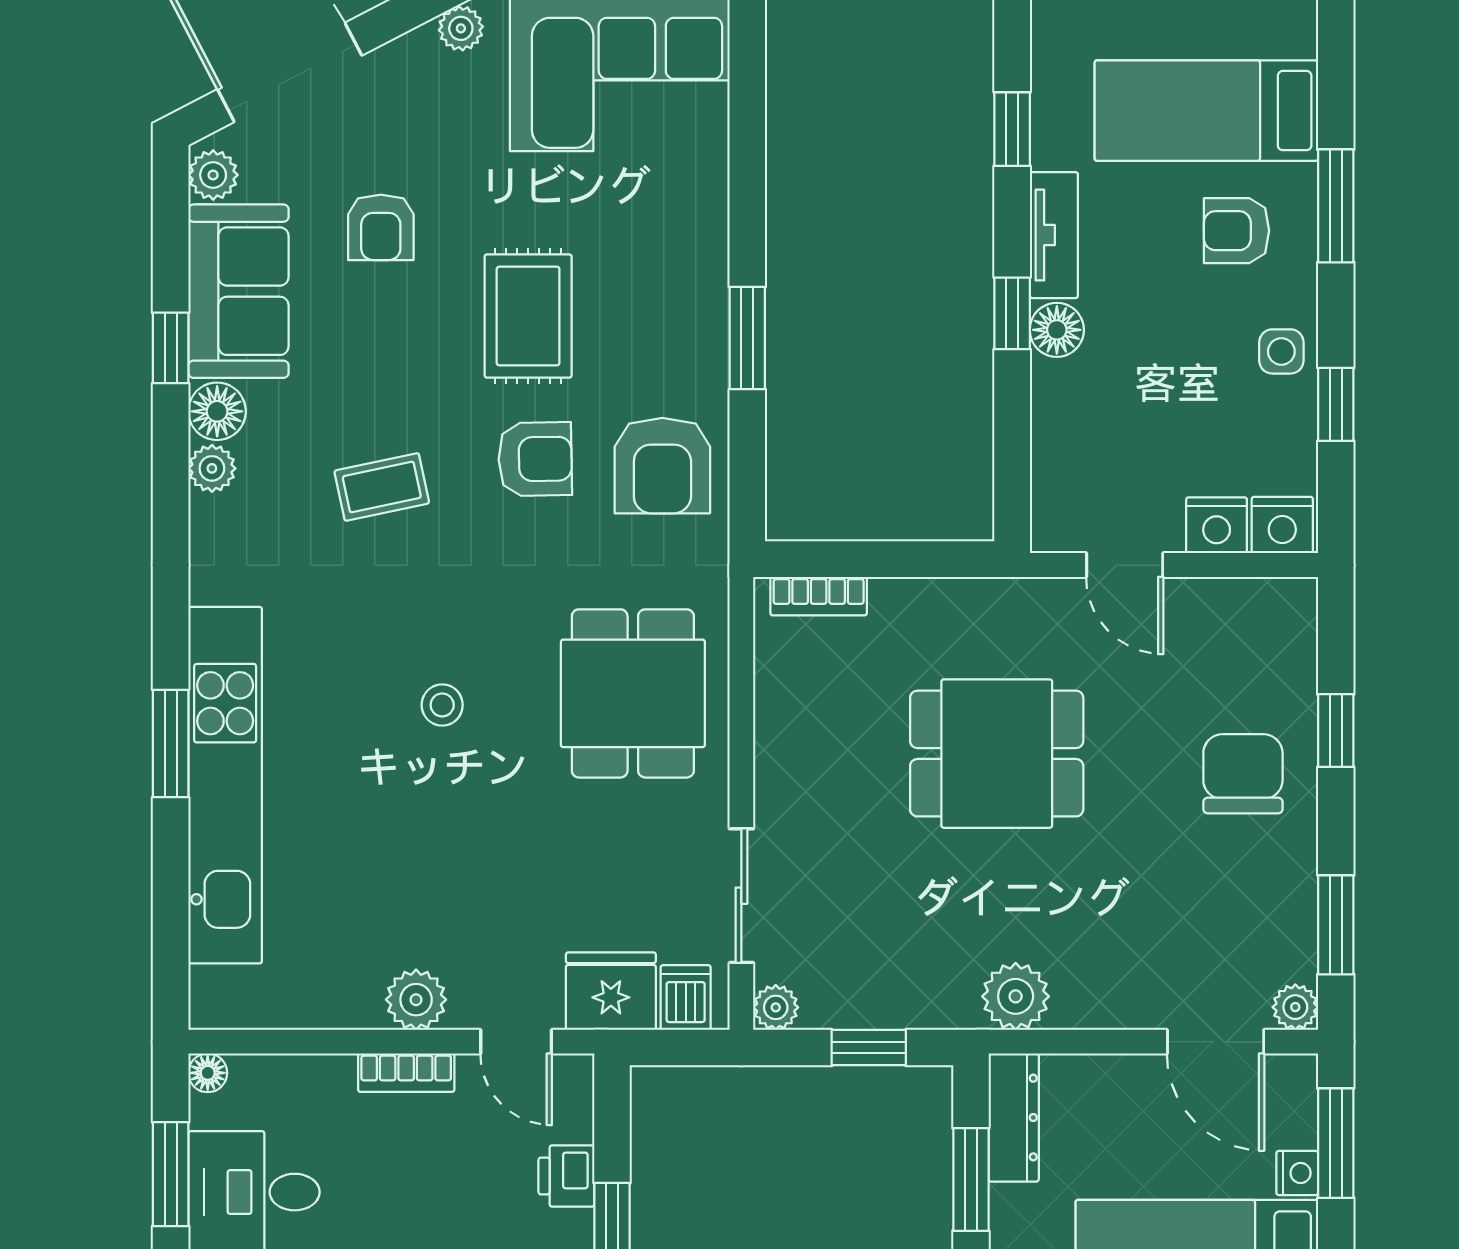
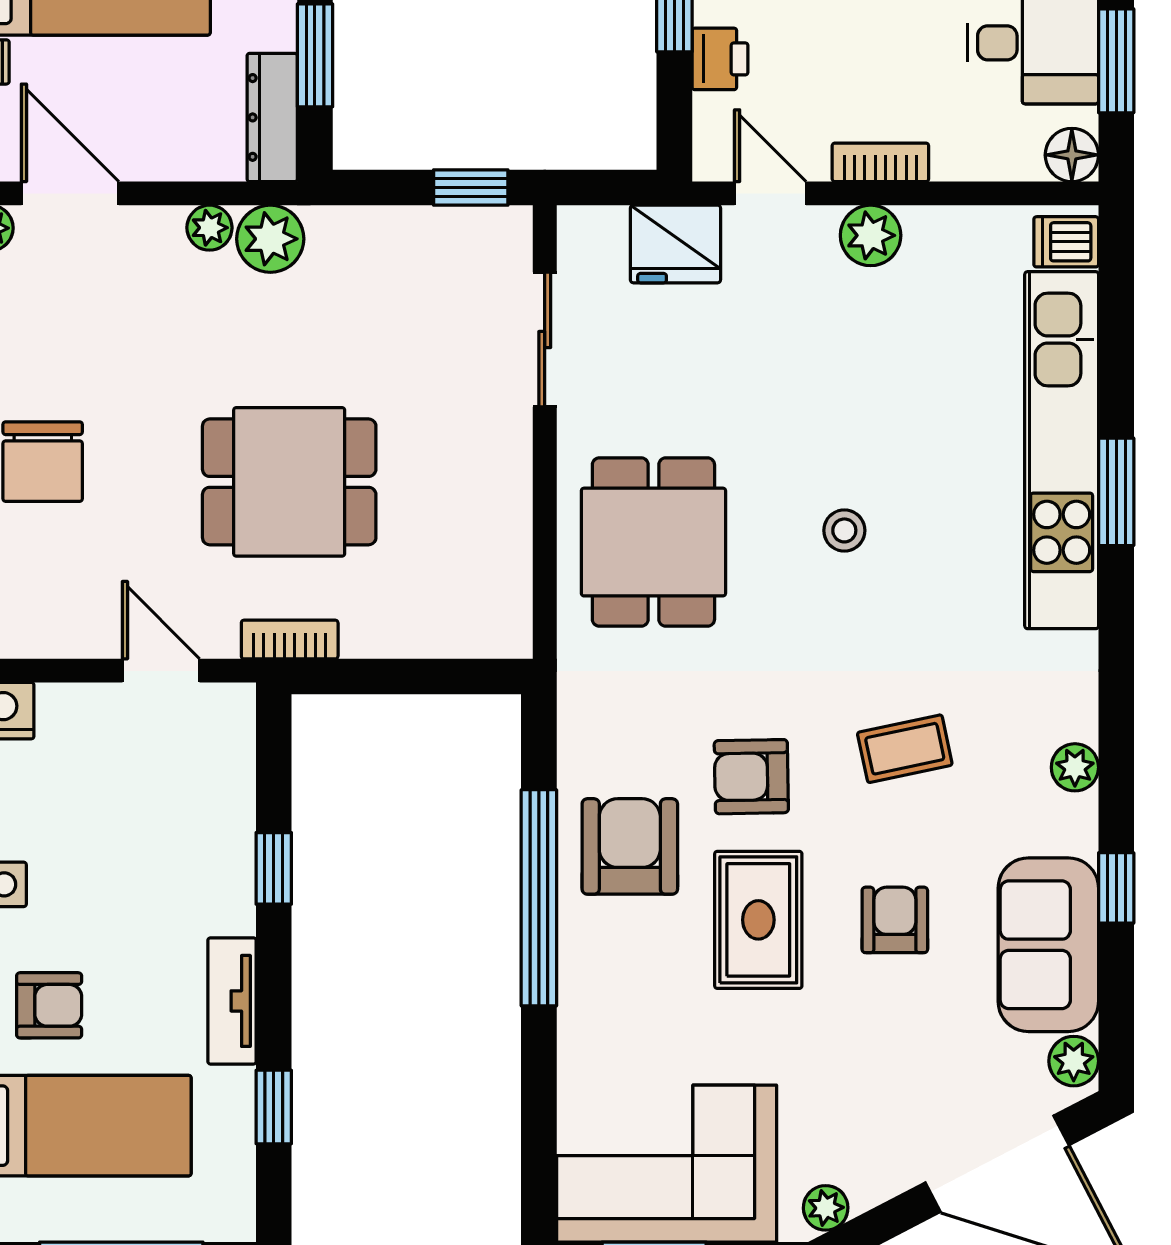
armchair: (381, 227) -> (895, 920), moved
window: (1012, 313) -> (274, 868), moved
floor lamp: (1057, 330) -> (229, 906), removed
window: (747, 338) -> (539, 898), width x2.11
floor lamp: (217, 411) -> (1070, 824), removed
armchair: (662, 466) -> (630, 846), moved
nightstand: (1217, 525) -> (69, 710), removed
bookcase: (819, 596) -> (290, 639), moved
dishwasher: (686, 998) -> (1066, 242), moved, turned 90
plant: (776, 1007) -> (209, 228), moved
window: (869, 1048) -> (471, 188), moved
floor lamp: (208, 1073) -> (1072, 155), width x1.37, depth x1.37

